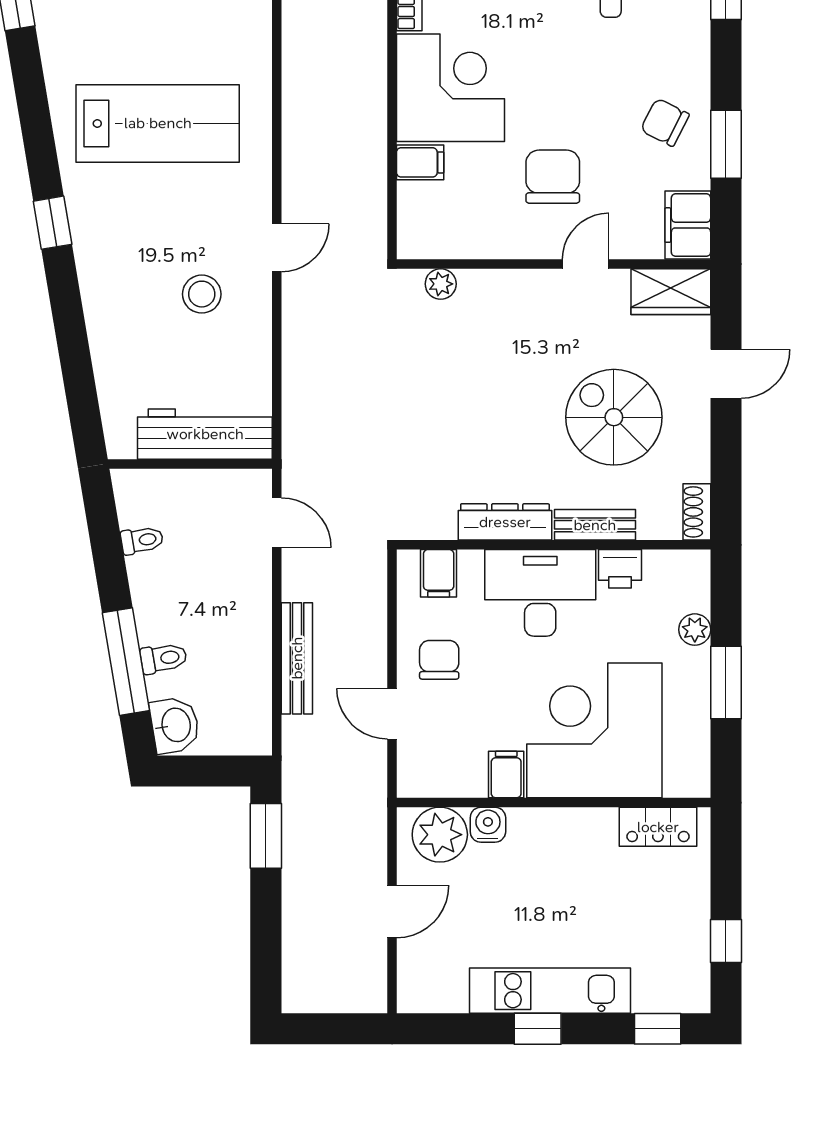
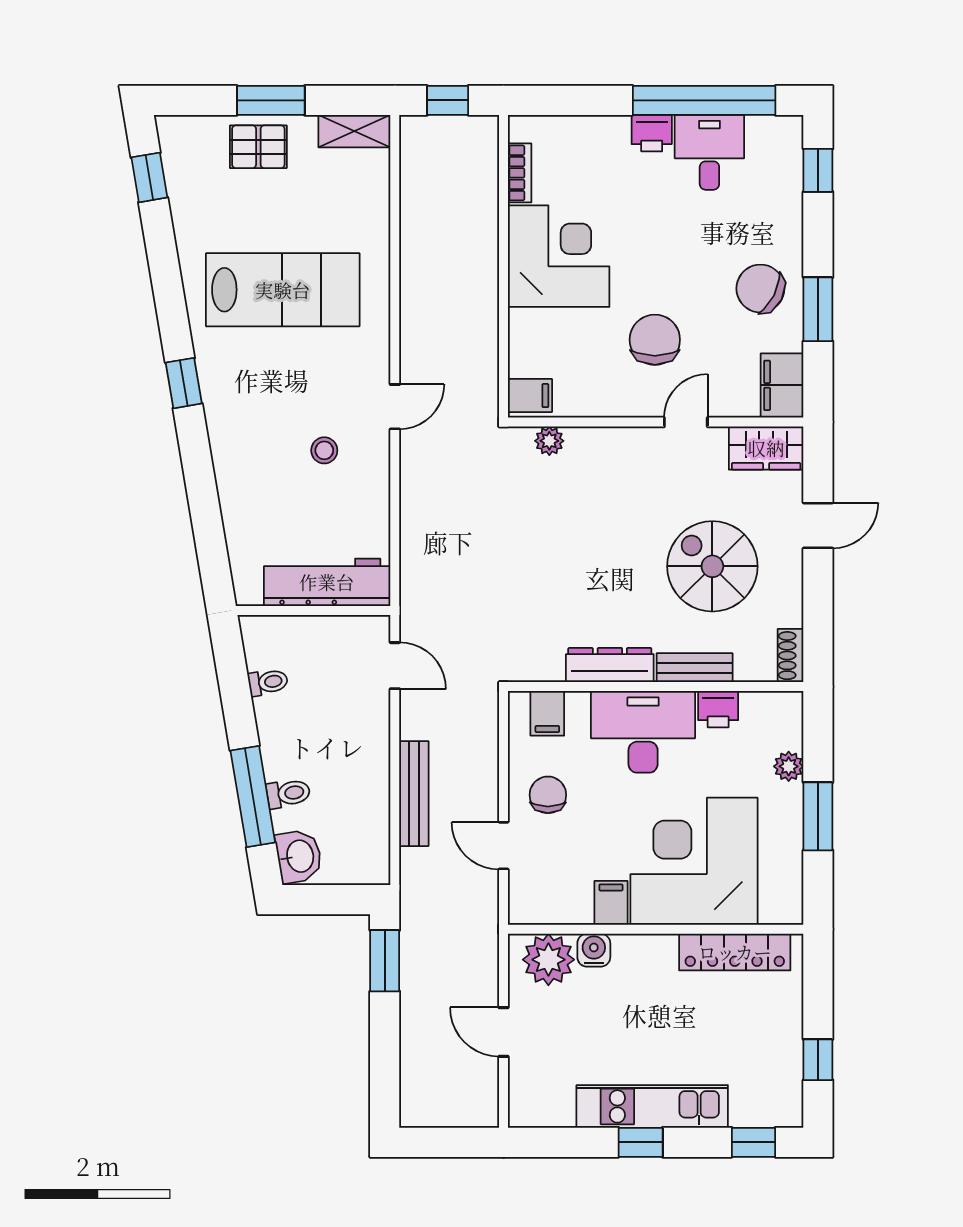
chair: (665, 122) -> (760, 289), width x1.37, depth x1.37
filing cabinet: (420, 162) -> (530, 396), moved
stool: (202, 294) -> (324, 450), width x0.73, depth x0.73
locker: (658, 827) -> (735, 952), width x1.53
door: (392, 912) -> (504, 1032), swing flipped

